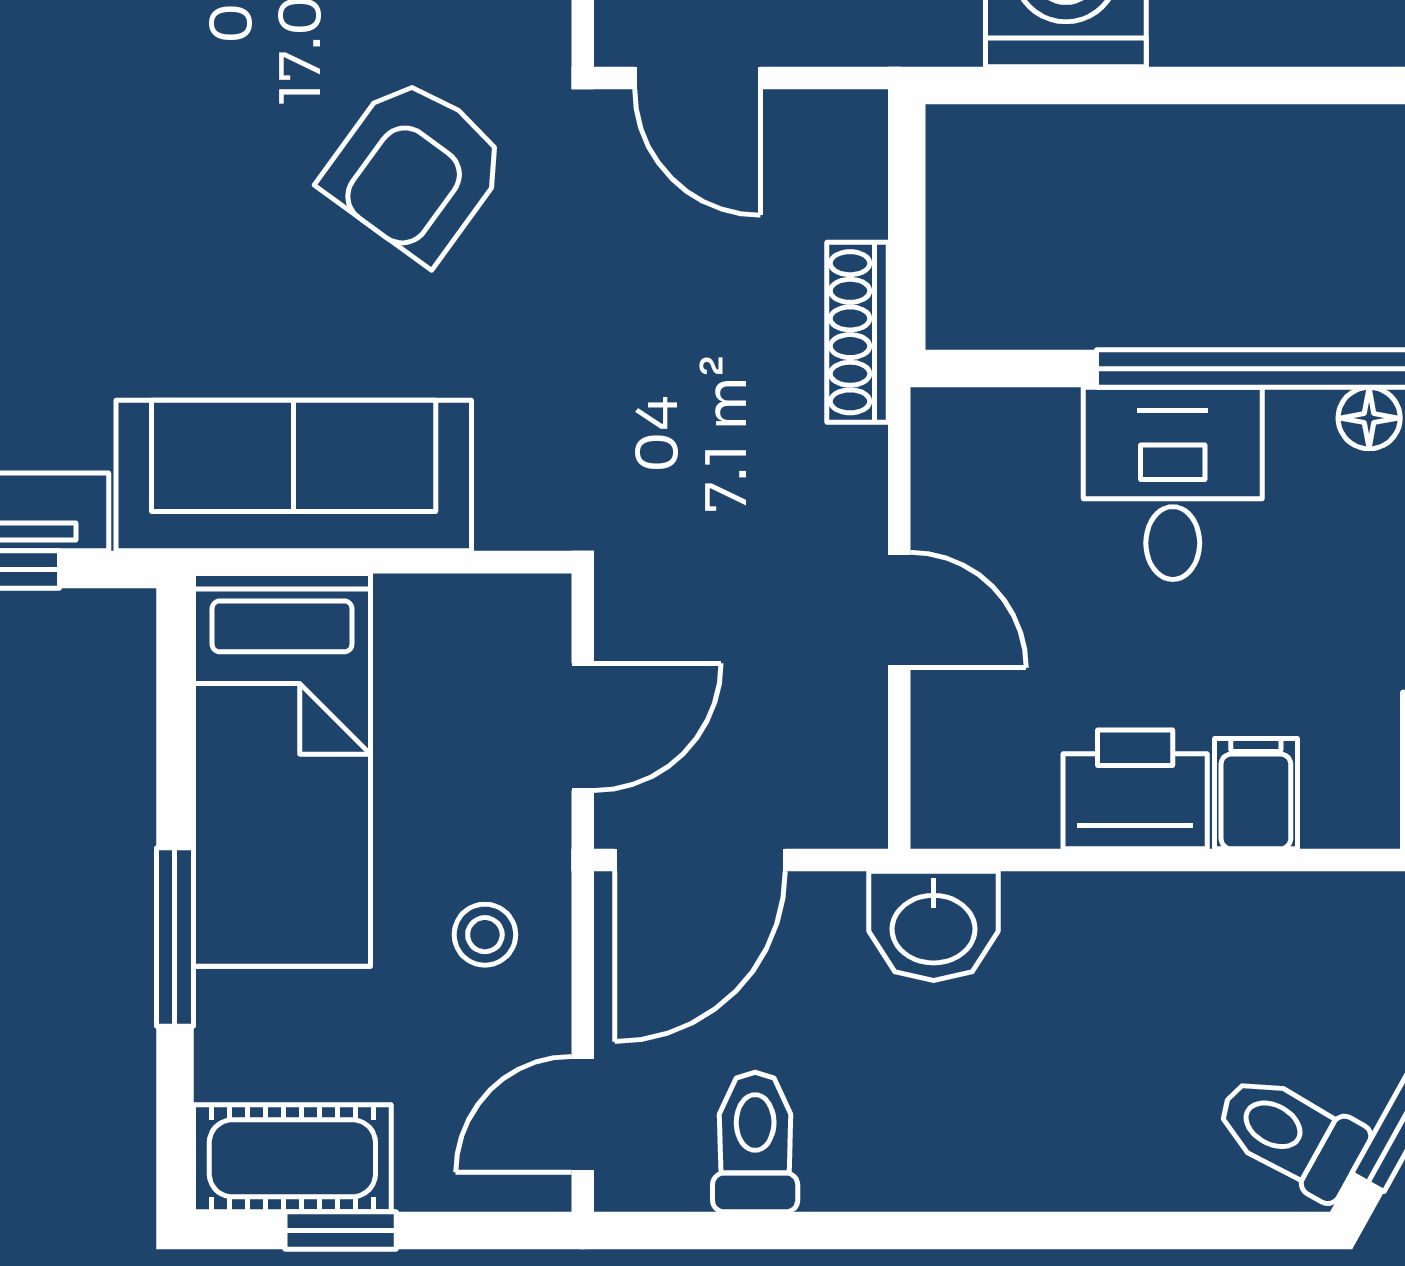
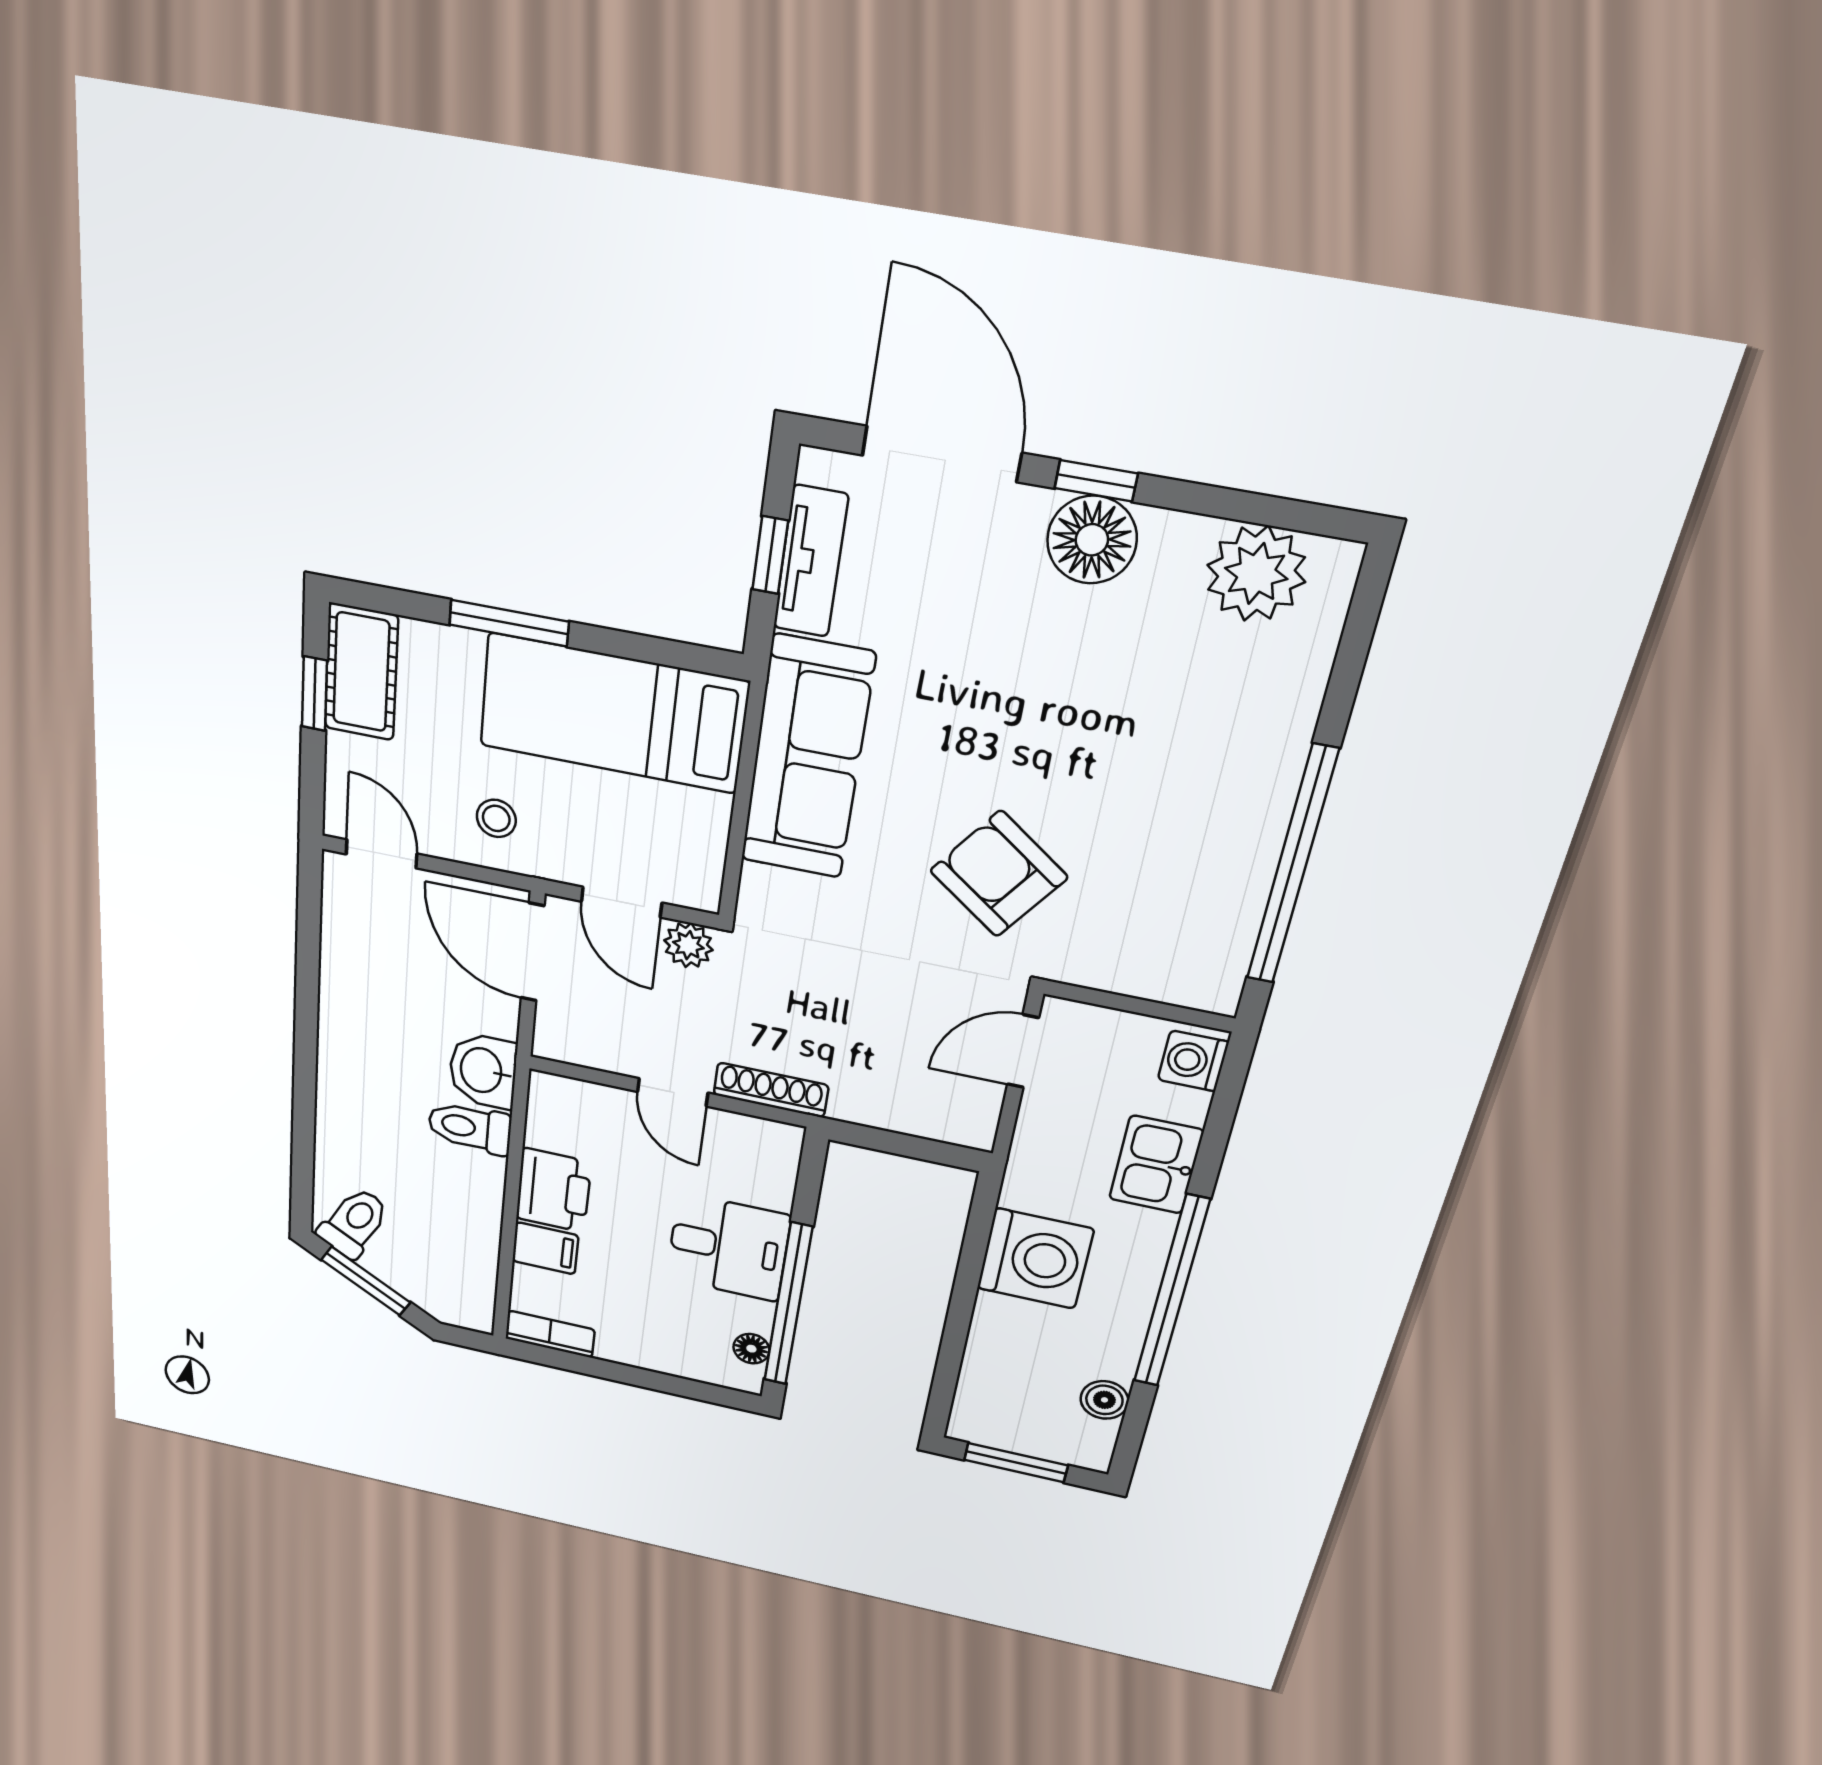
shoe rack: (857, 332) -> (771, 1090), moved
door: (899, 610) -> (673, 1092), hinge flipped
plant: (633, 615) -> (688, 945), added
toilet: (755, 1142) -> (470, 1128), moved, turned 180

